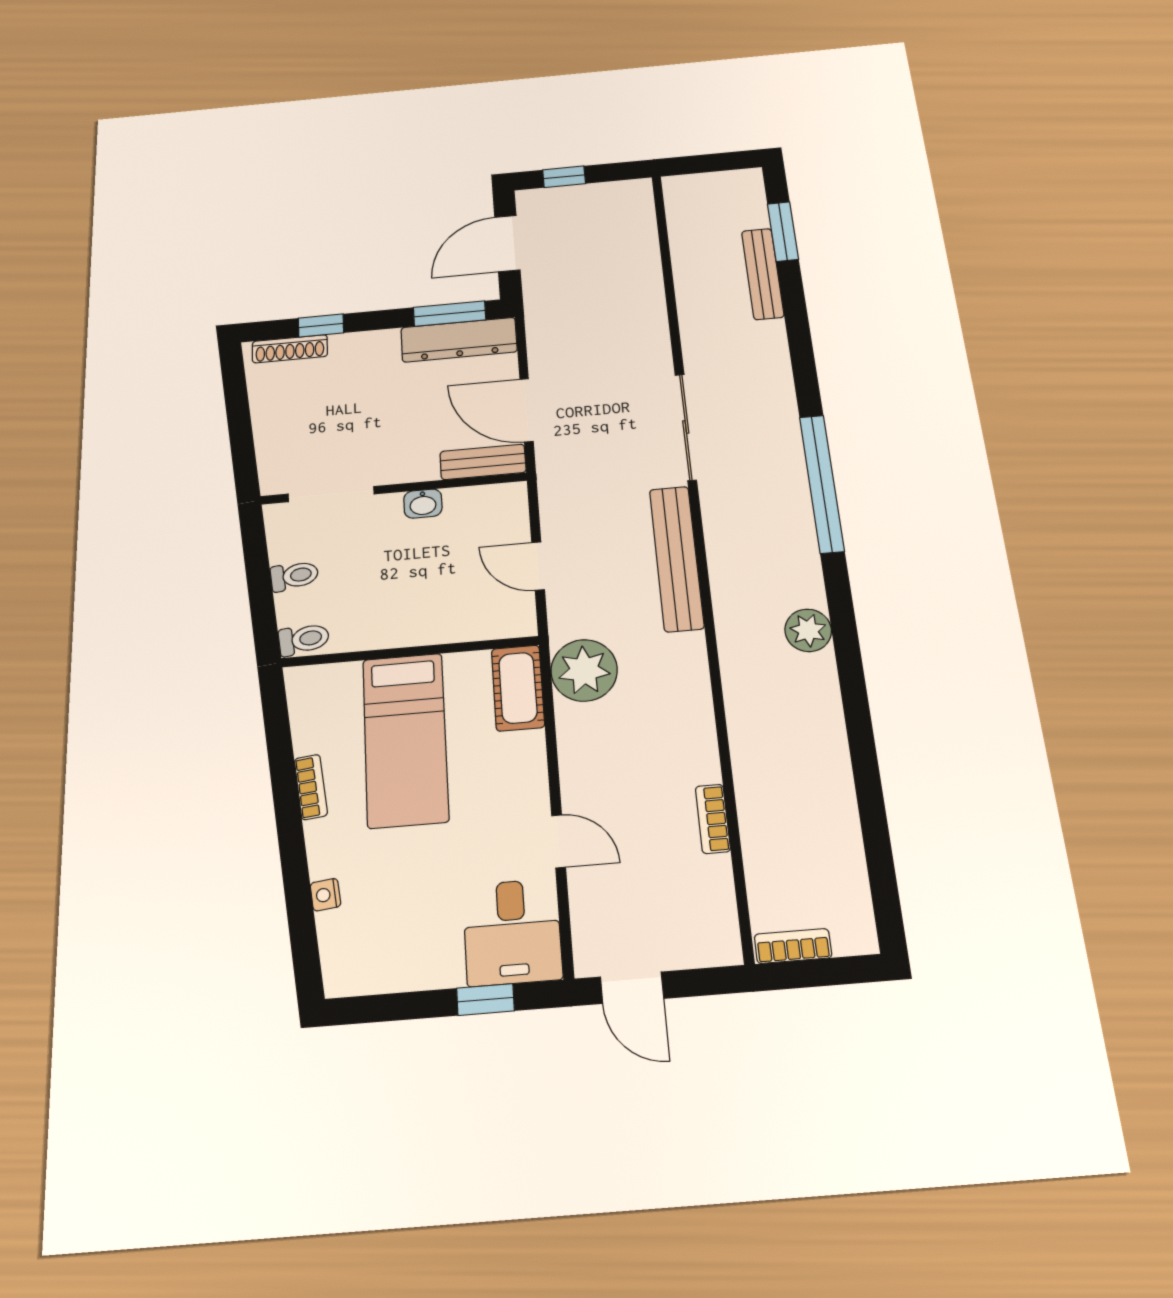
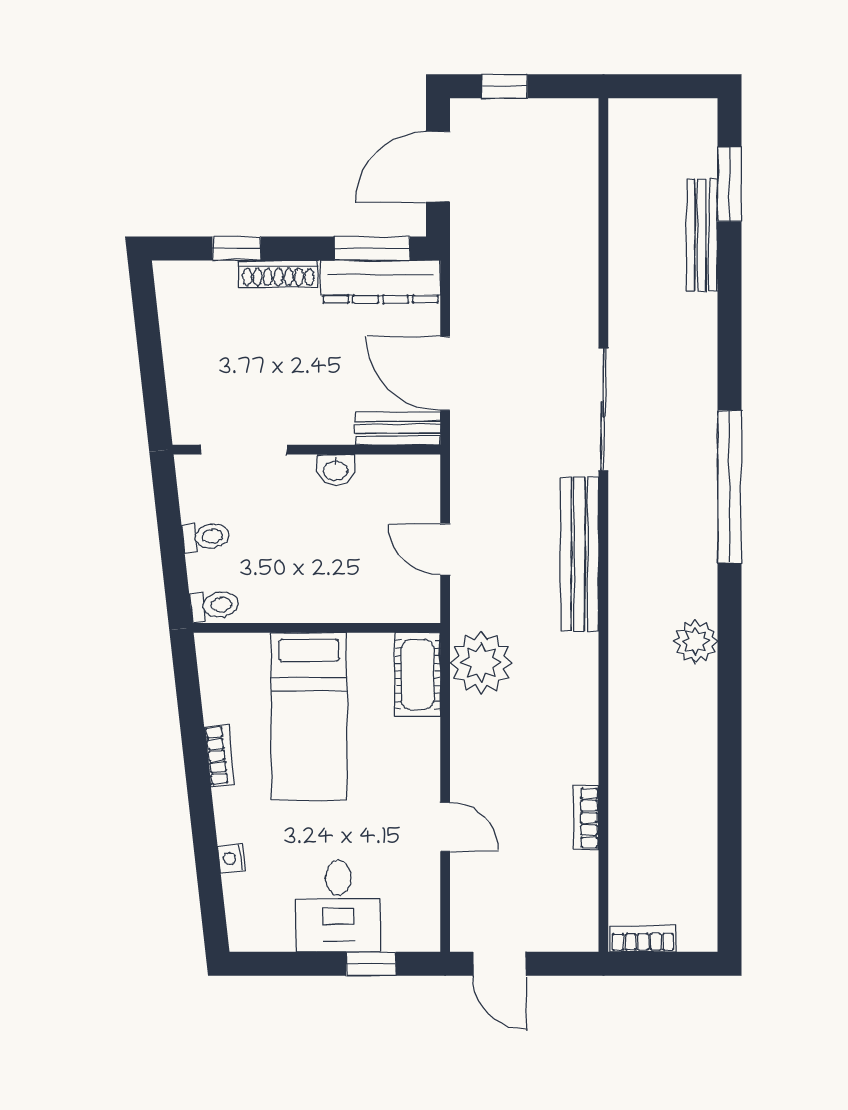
shoe rack: (290, 349) -> (278, 274), moved
desk: (512, 932) -> (338, 906), moved

